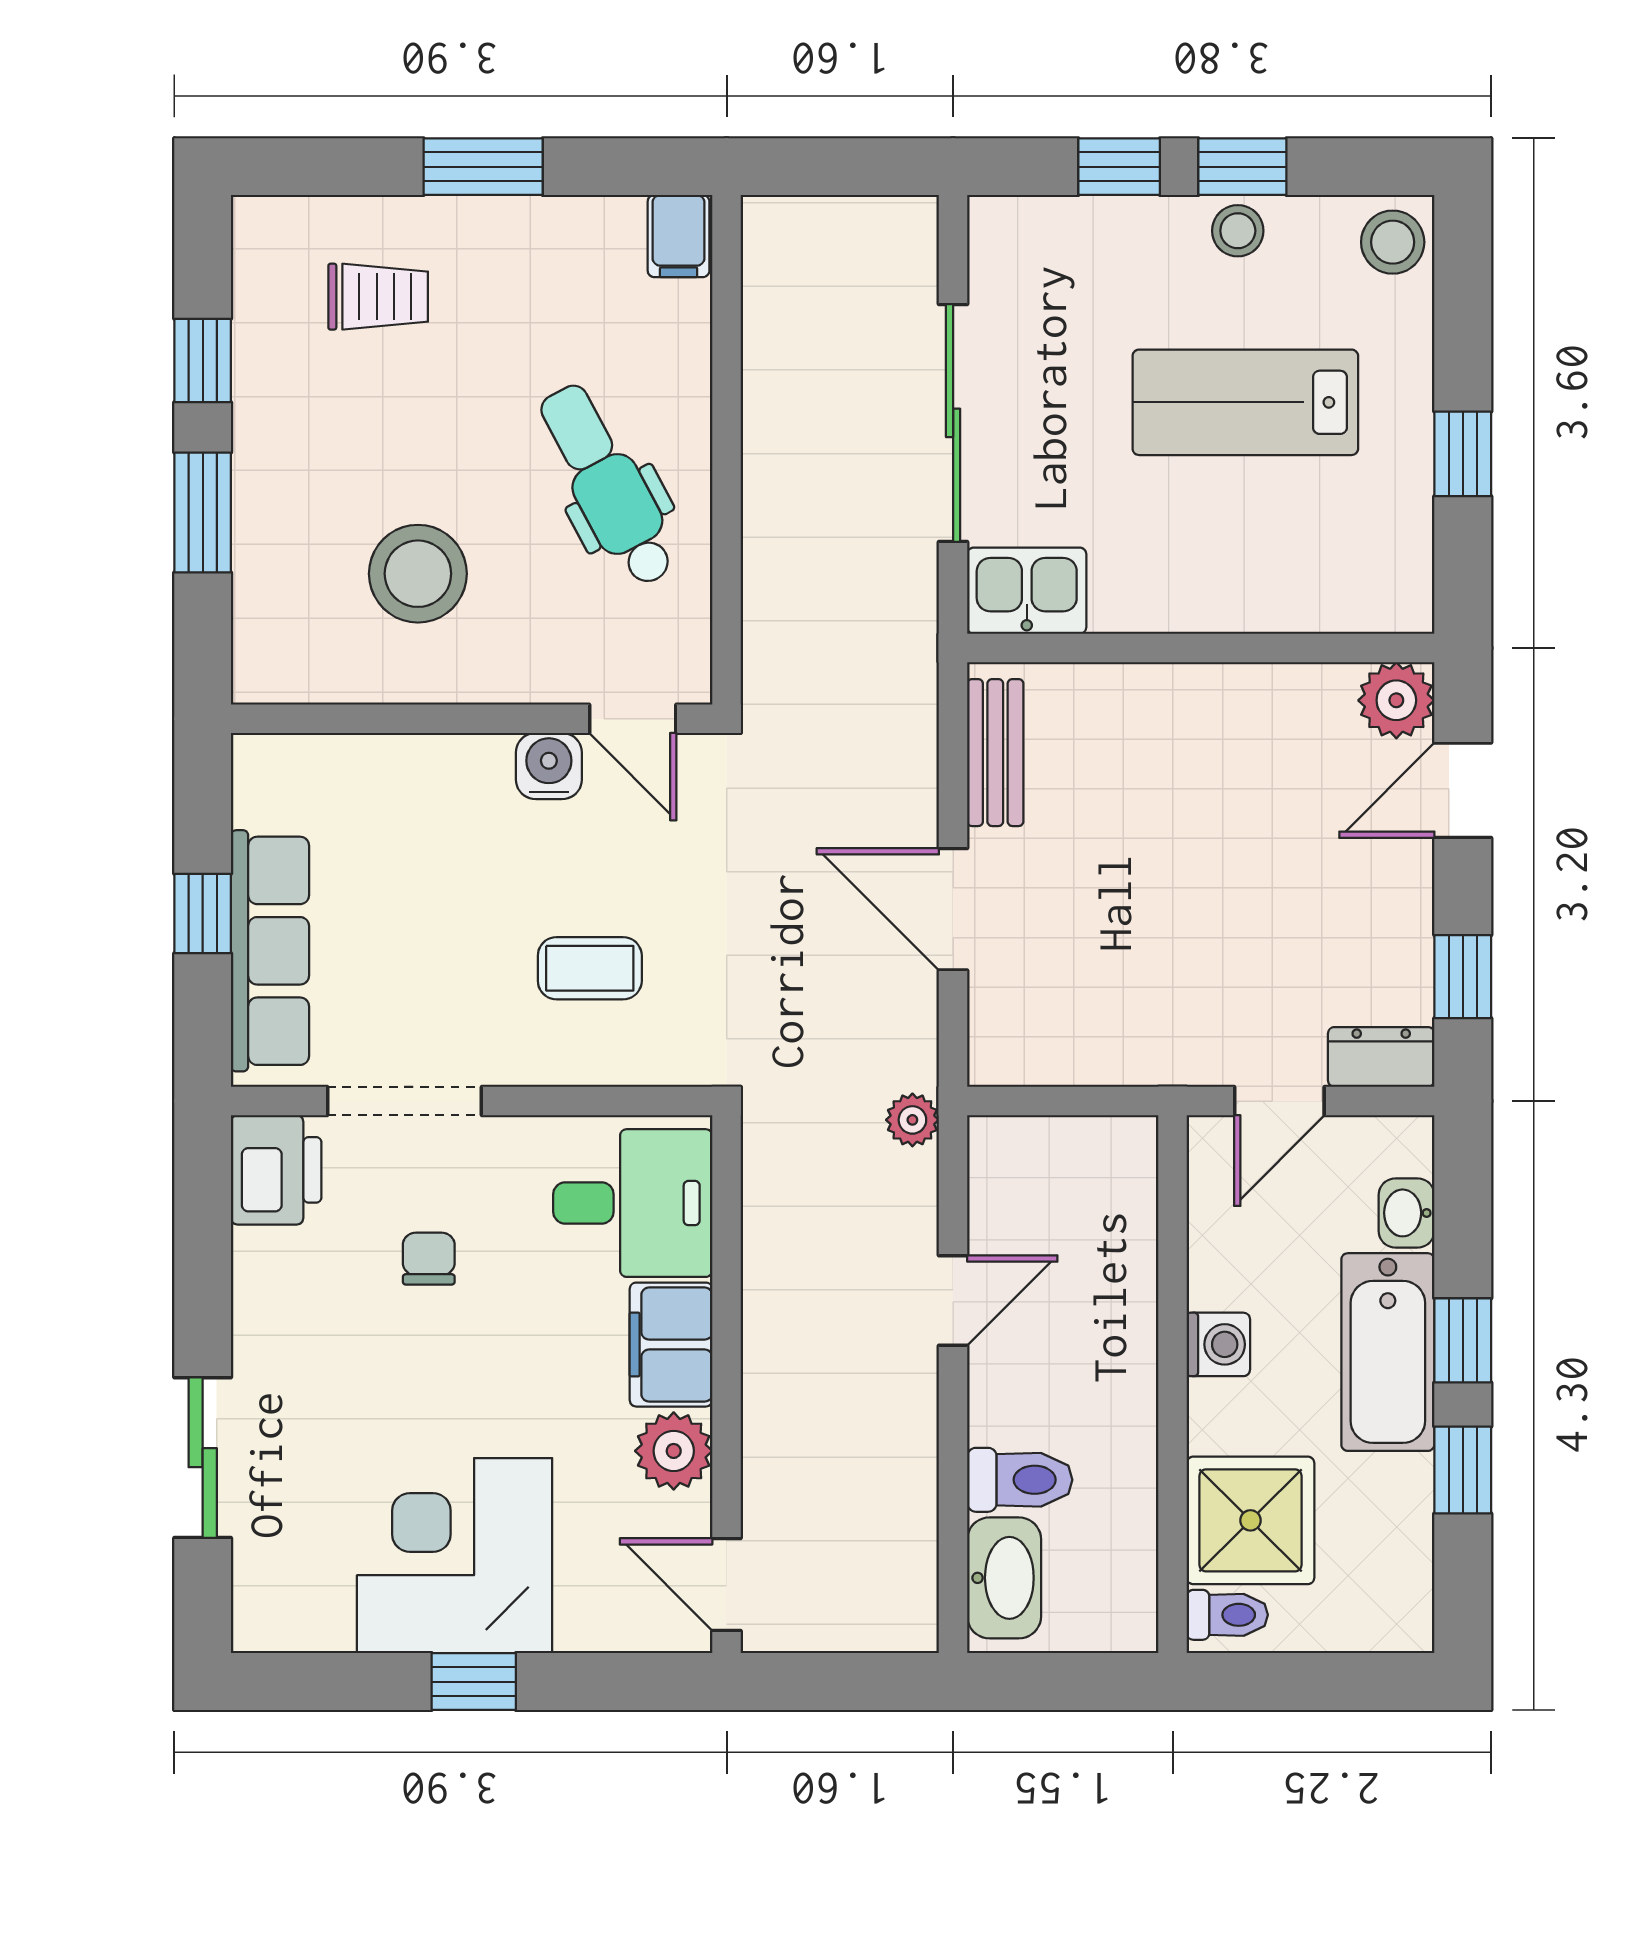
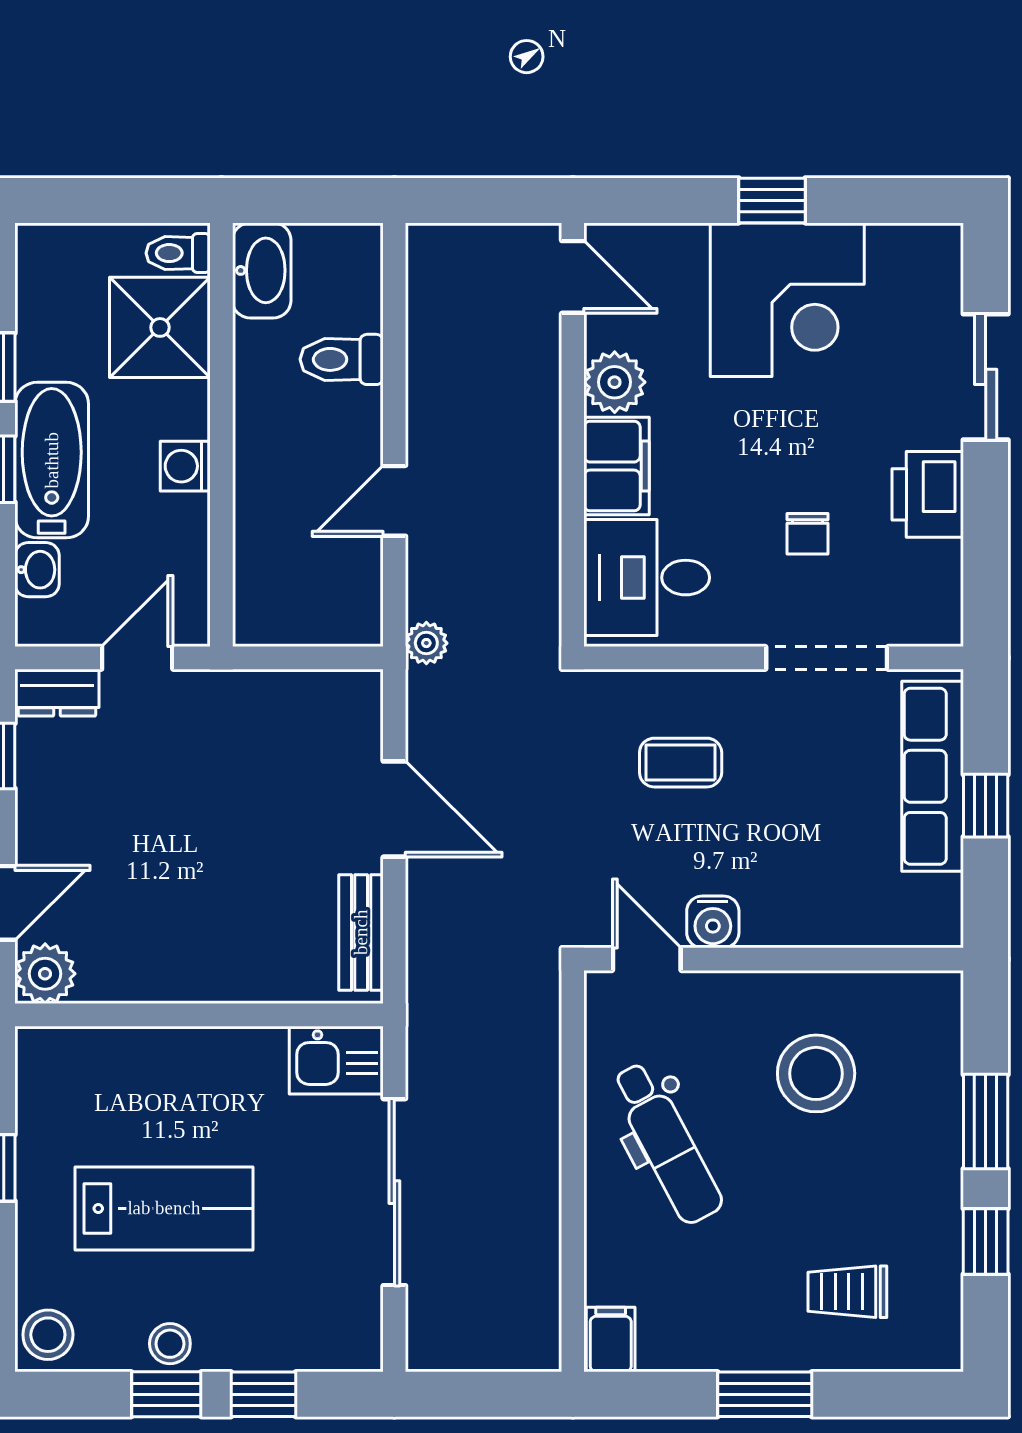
printer: (276, 1170) -> (928, 494), moved
washbasin: (1004, 1578) -> (262, 270), moved, turned 180

